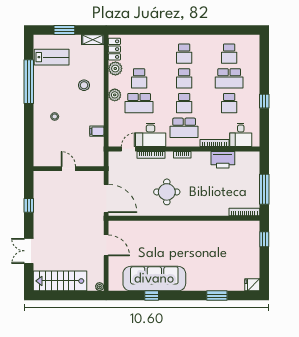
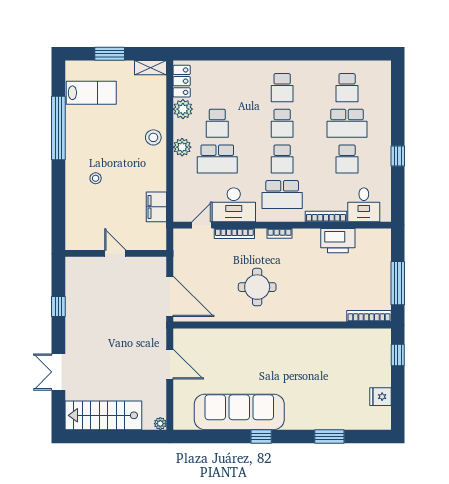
stool: (84, 85) -> (153, 137), moved
filing cabinet: (97, 131) -> (156, 207), width x2.00
fridge: (252, 285) -> (380, 397), moved
window: (152, 296) -> (261, 436), moved

